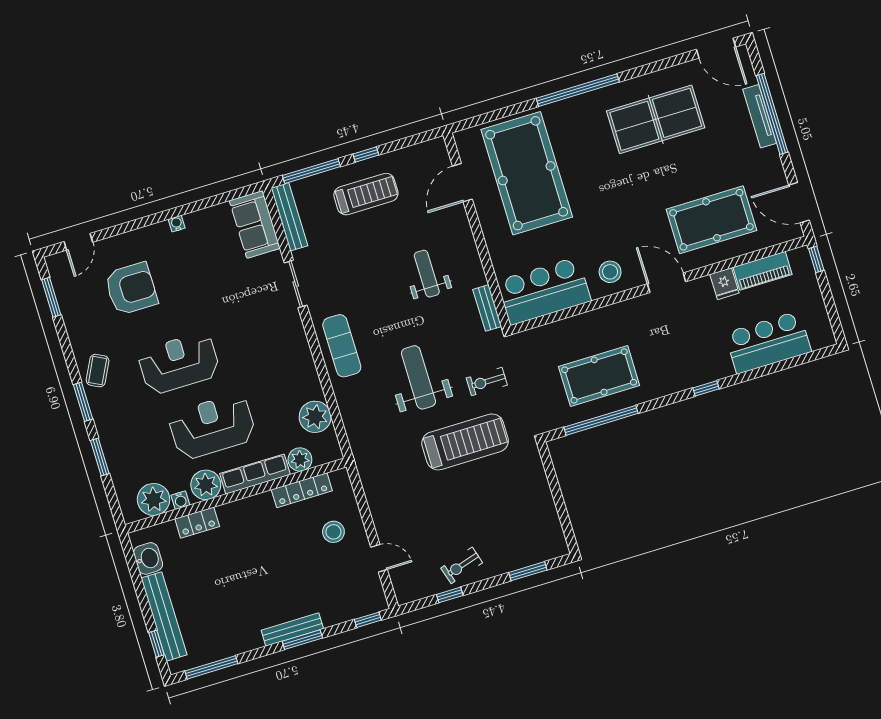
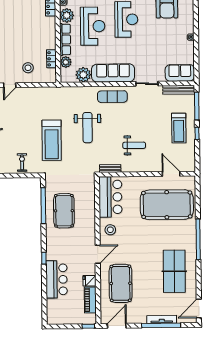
bar counter: (768, 342) -> (57, 279), moved
sofa: (294, 358) -> (113, 73), added
weight bench: (418, 377) -> (88, 128), turned 90
exercise bike: (487, 382) -> (22, 162), moved
locker: (302, 490) -> (51, 59), width x0.66

